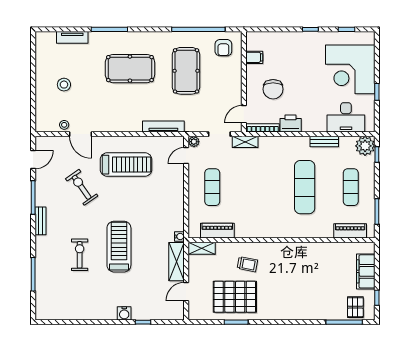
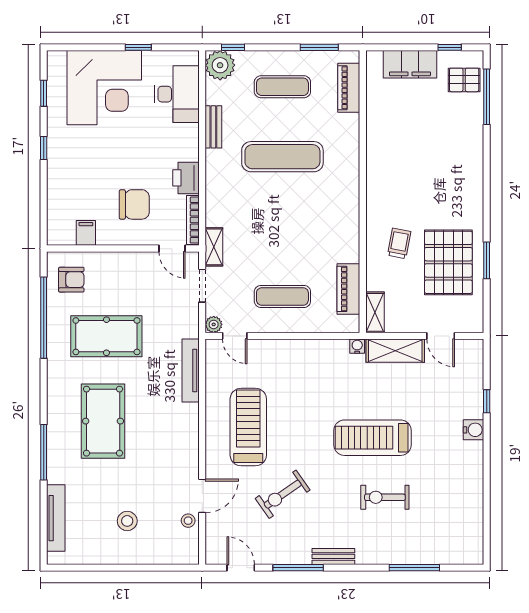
tv unit: (72, 37) -> (56, 518), width x1.41

